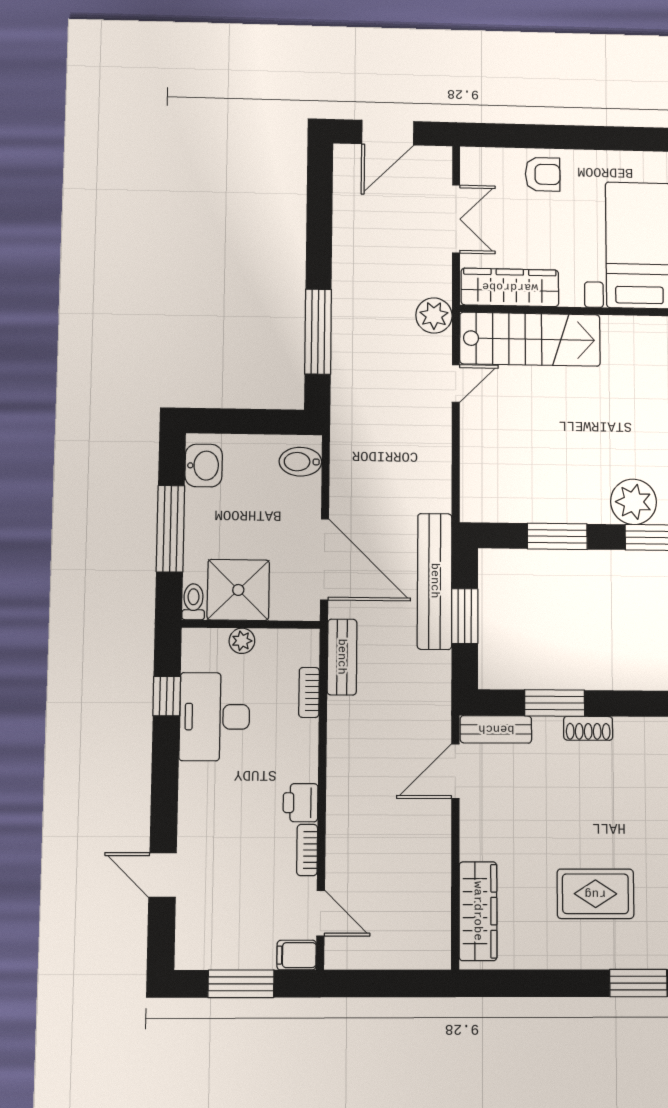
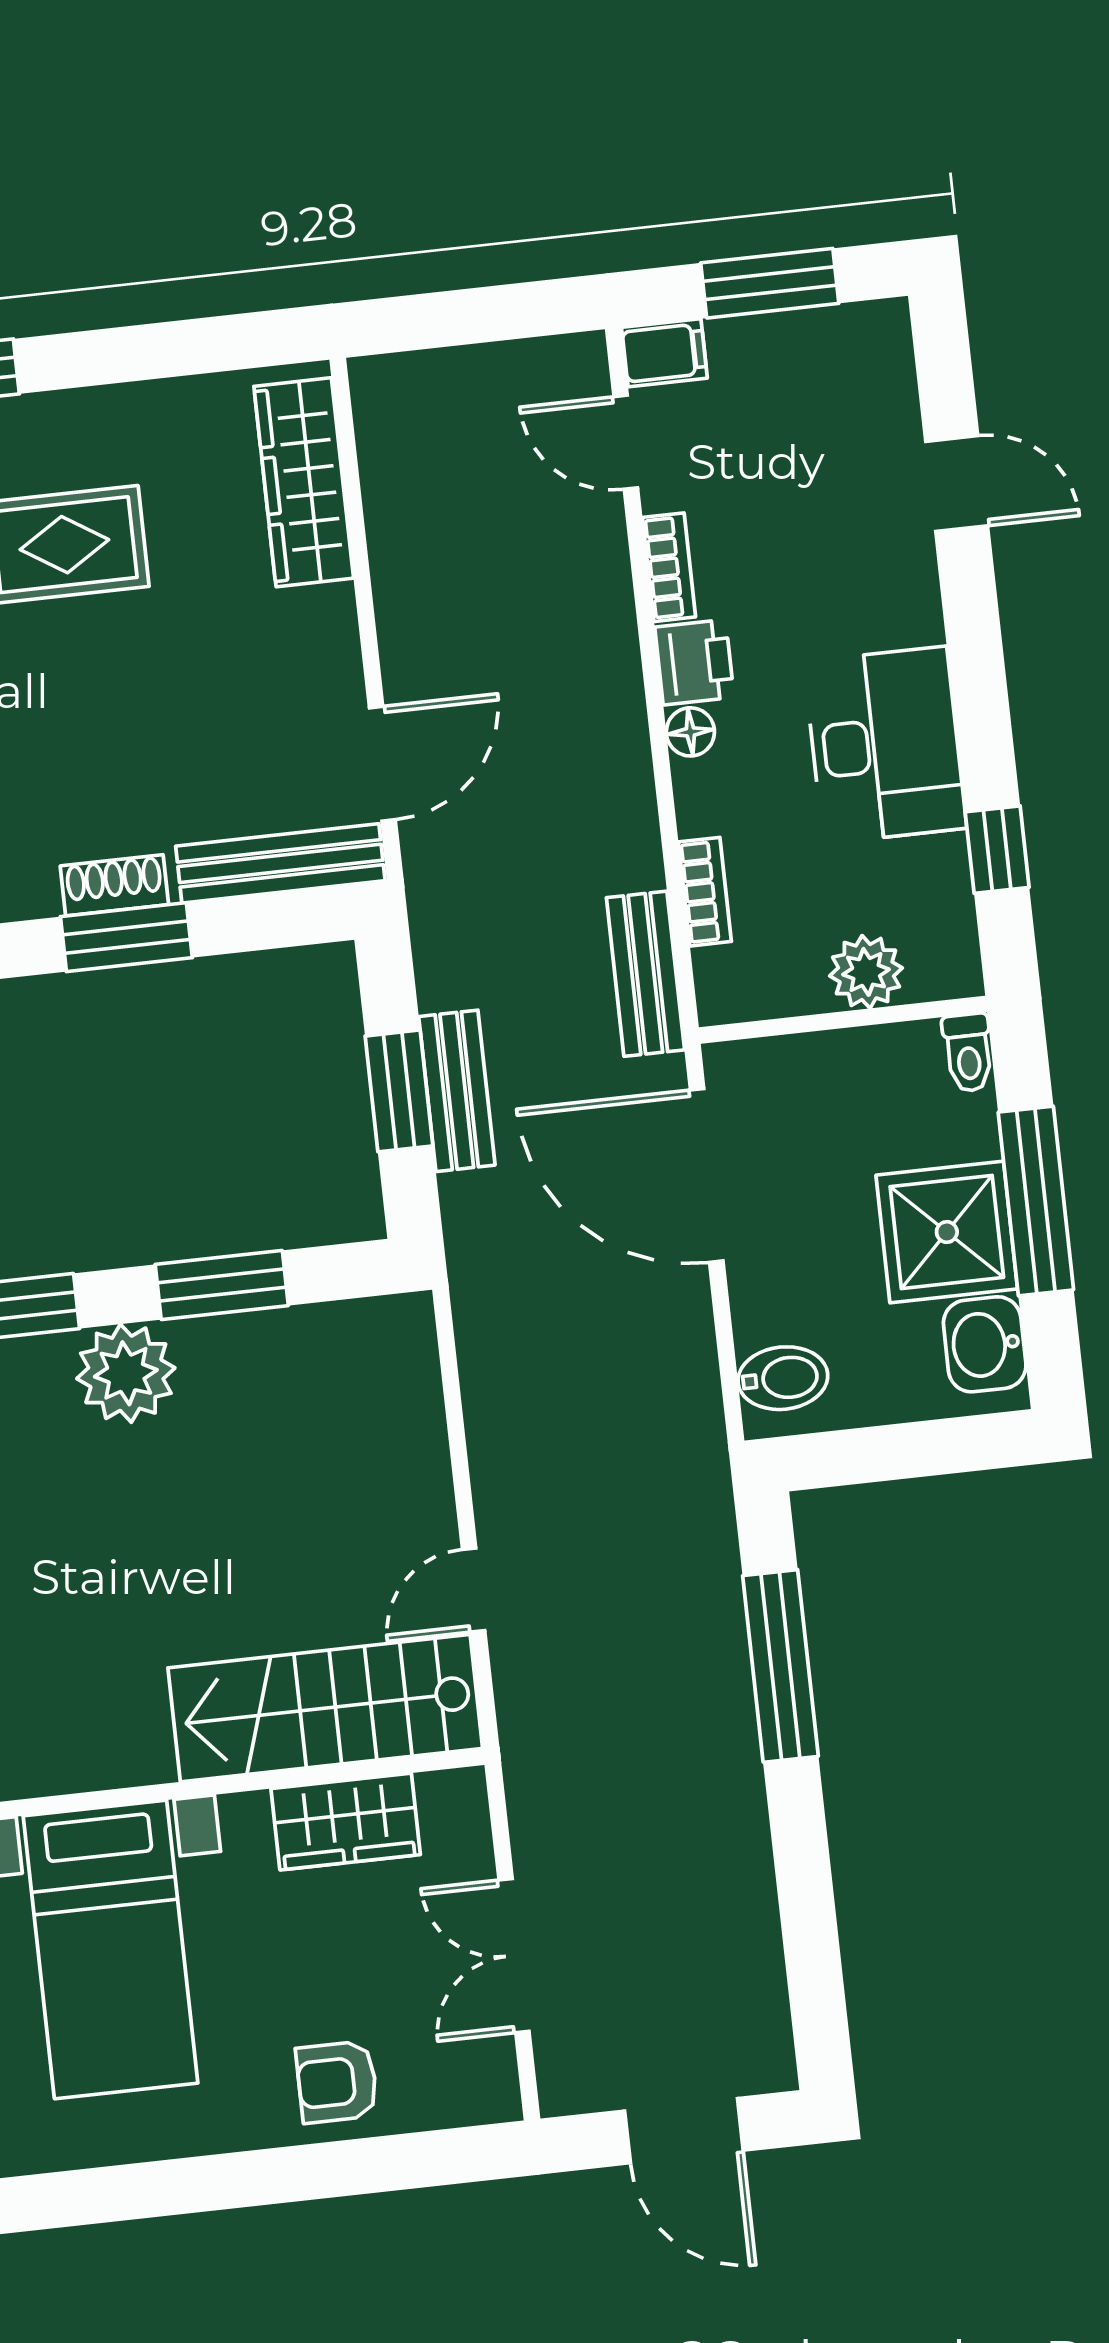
door: (388, 133) -> (684, 2131), swing flipped
wardrobe: (510, 287) -> (346, 1822), width x0.67
plant: (434, 316) -> (537, 1734), removed
plant: (634, 502) -> (126, 1373), moved
bench: (435, 581) -> (457, 1091), width x0.54, depth x0.82
shower: (238, 590) -> (947, 1232), moved
plant: (242, 641) -> (866, 972), width x1.38, depth x1.38
window: (555, 703) -> (126, 937), moved
desk: (215, 717) -> (885, 745), moved
bench: (496, 729) -> (280, 863), width x1.36
floor lamp: (307, 769) -> (690, 732), added

